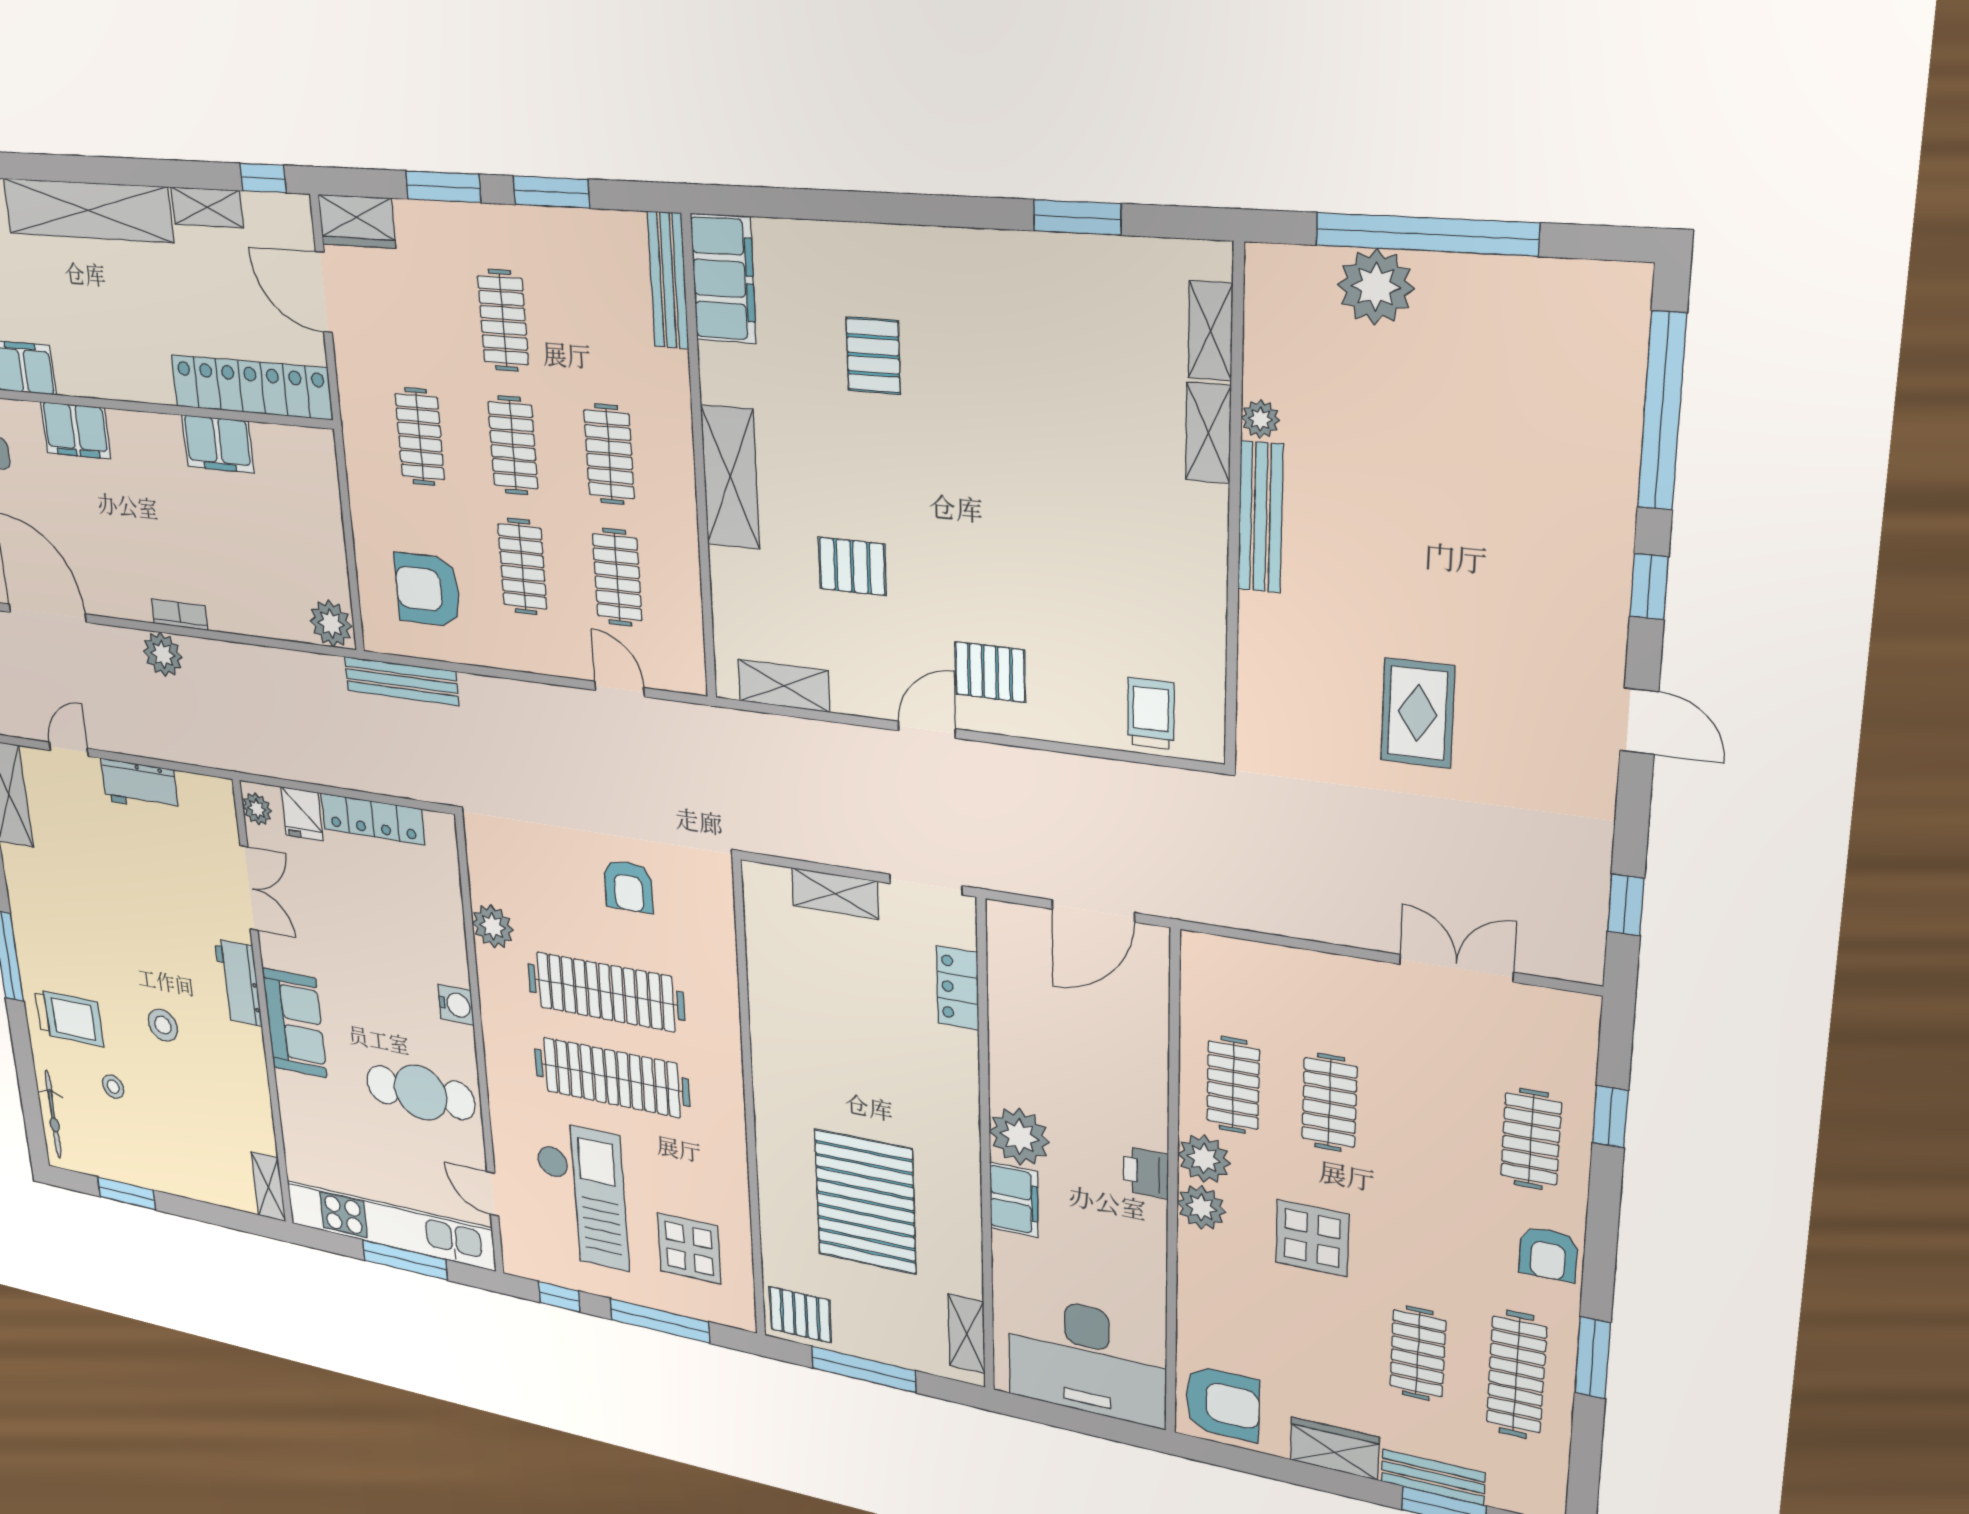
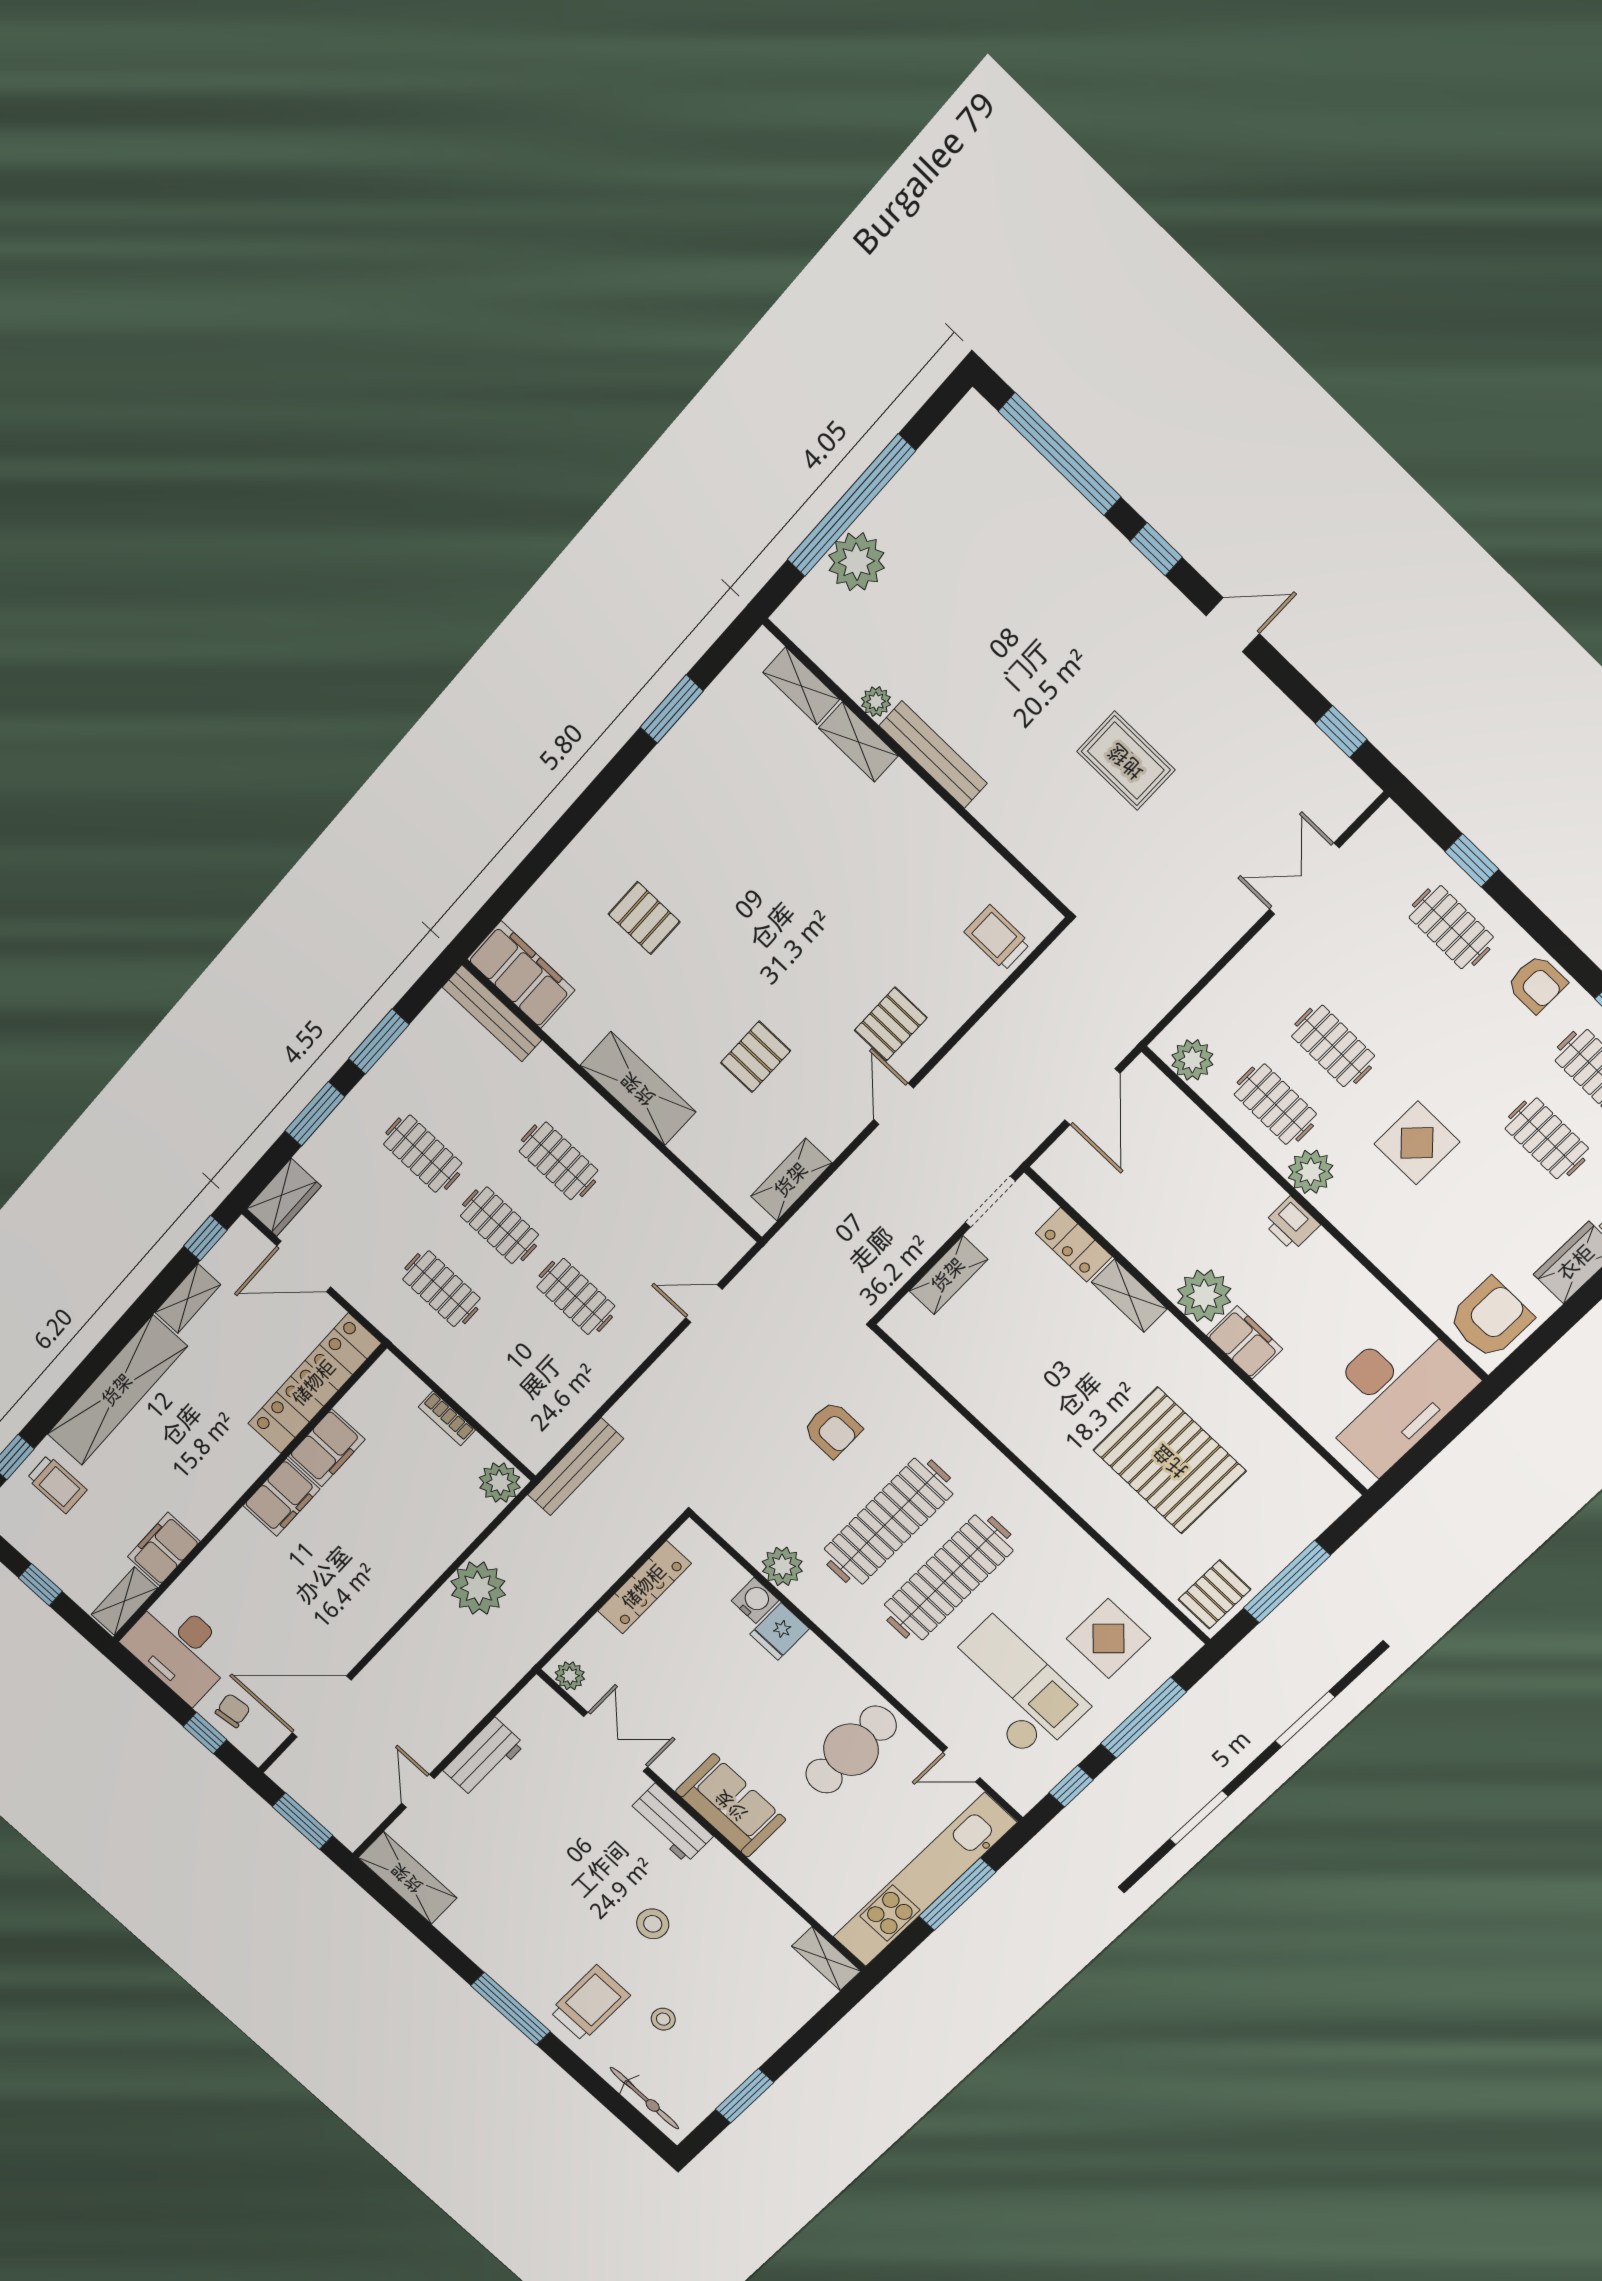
filing cabinet: (76, 430) -> (281, 1497), moved
clothes rail: (617, 577) -> (635, 1233), removed
armchair: (428, 590) -> (536, 1384), removed
bookcase: (180, 615) -> (447, 1418), moved, turned -90
plant: (163, 654) -> (478, 1588), moved, width x1.36, depth x1.36
fridge: (302, 814) -> (780, 1631), moved, turned 90
water cooler: (456, 1005) -> (755, 1601), moved
plant: (1201, 1207) -> (1192, 1060), moved
shelving: (967, 1334) -> (1129, 1295), moved

